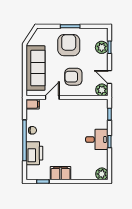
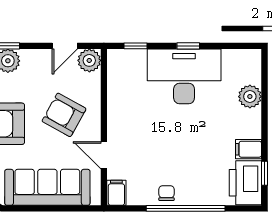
armchair: (73, 77) -> (64, 115), turned 119
desk: (97, 139) -> (184, 76), width x1.87, depth x1.30
printer: (34, 153) -> (245, 183), moved, turned -90
filing cabinet: (61, 173) -> (248, 149), width x0.50
plant: (102, 174) -> (250, 97), moved

